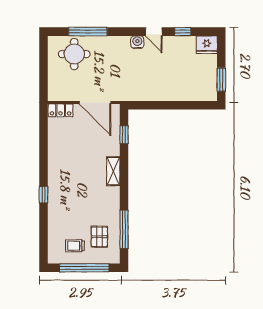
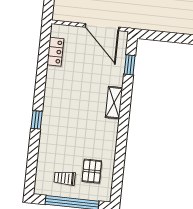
locker: (61, 110) -> (55, 52), moved, turned -90
window: (124, 229) -> (119, 166), removed

